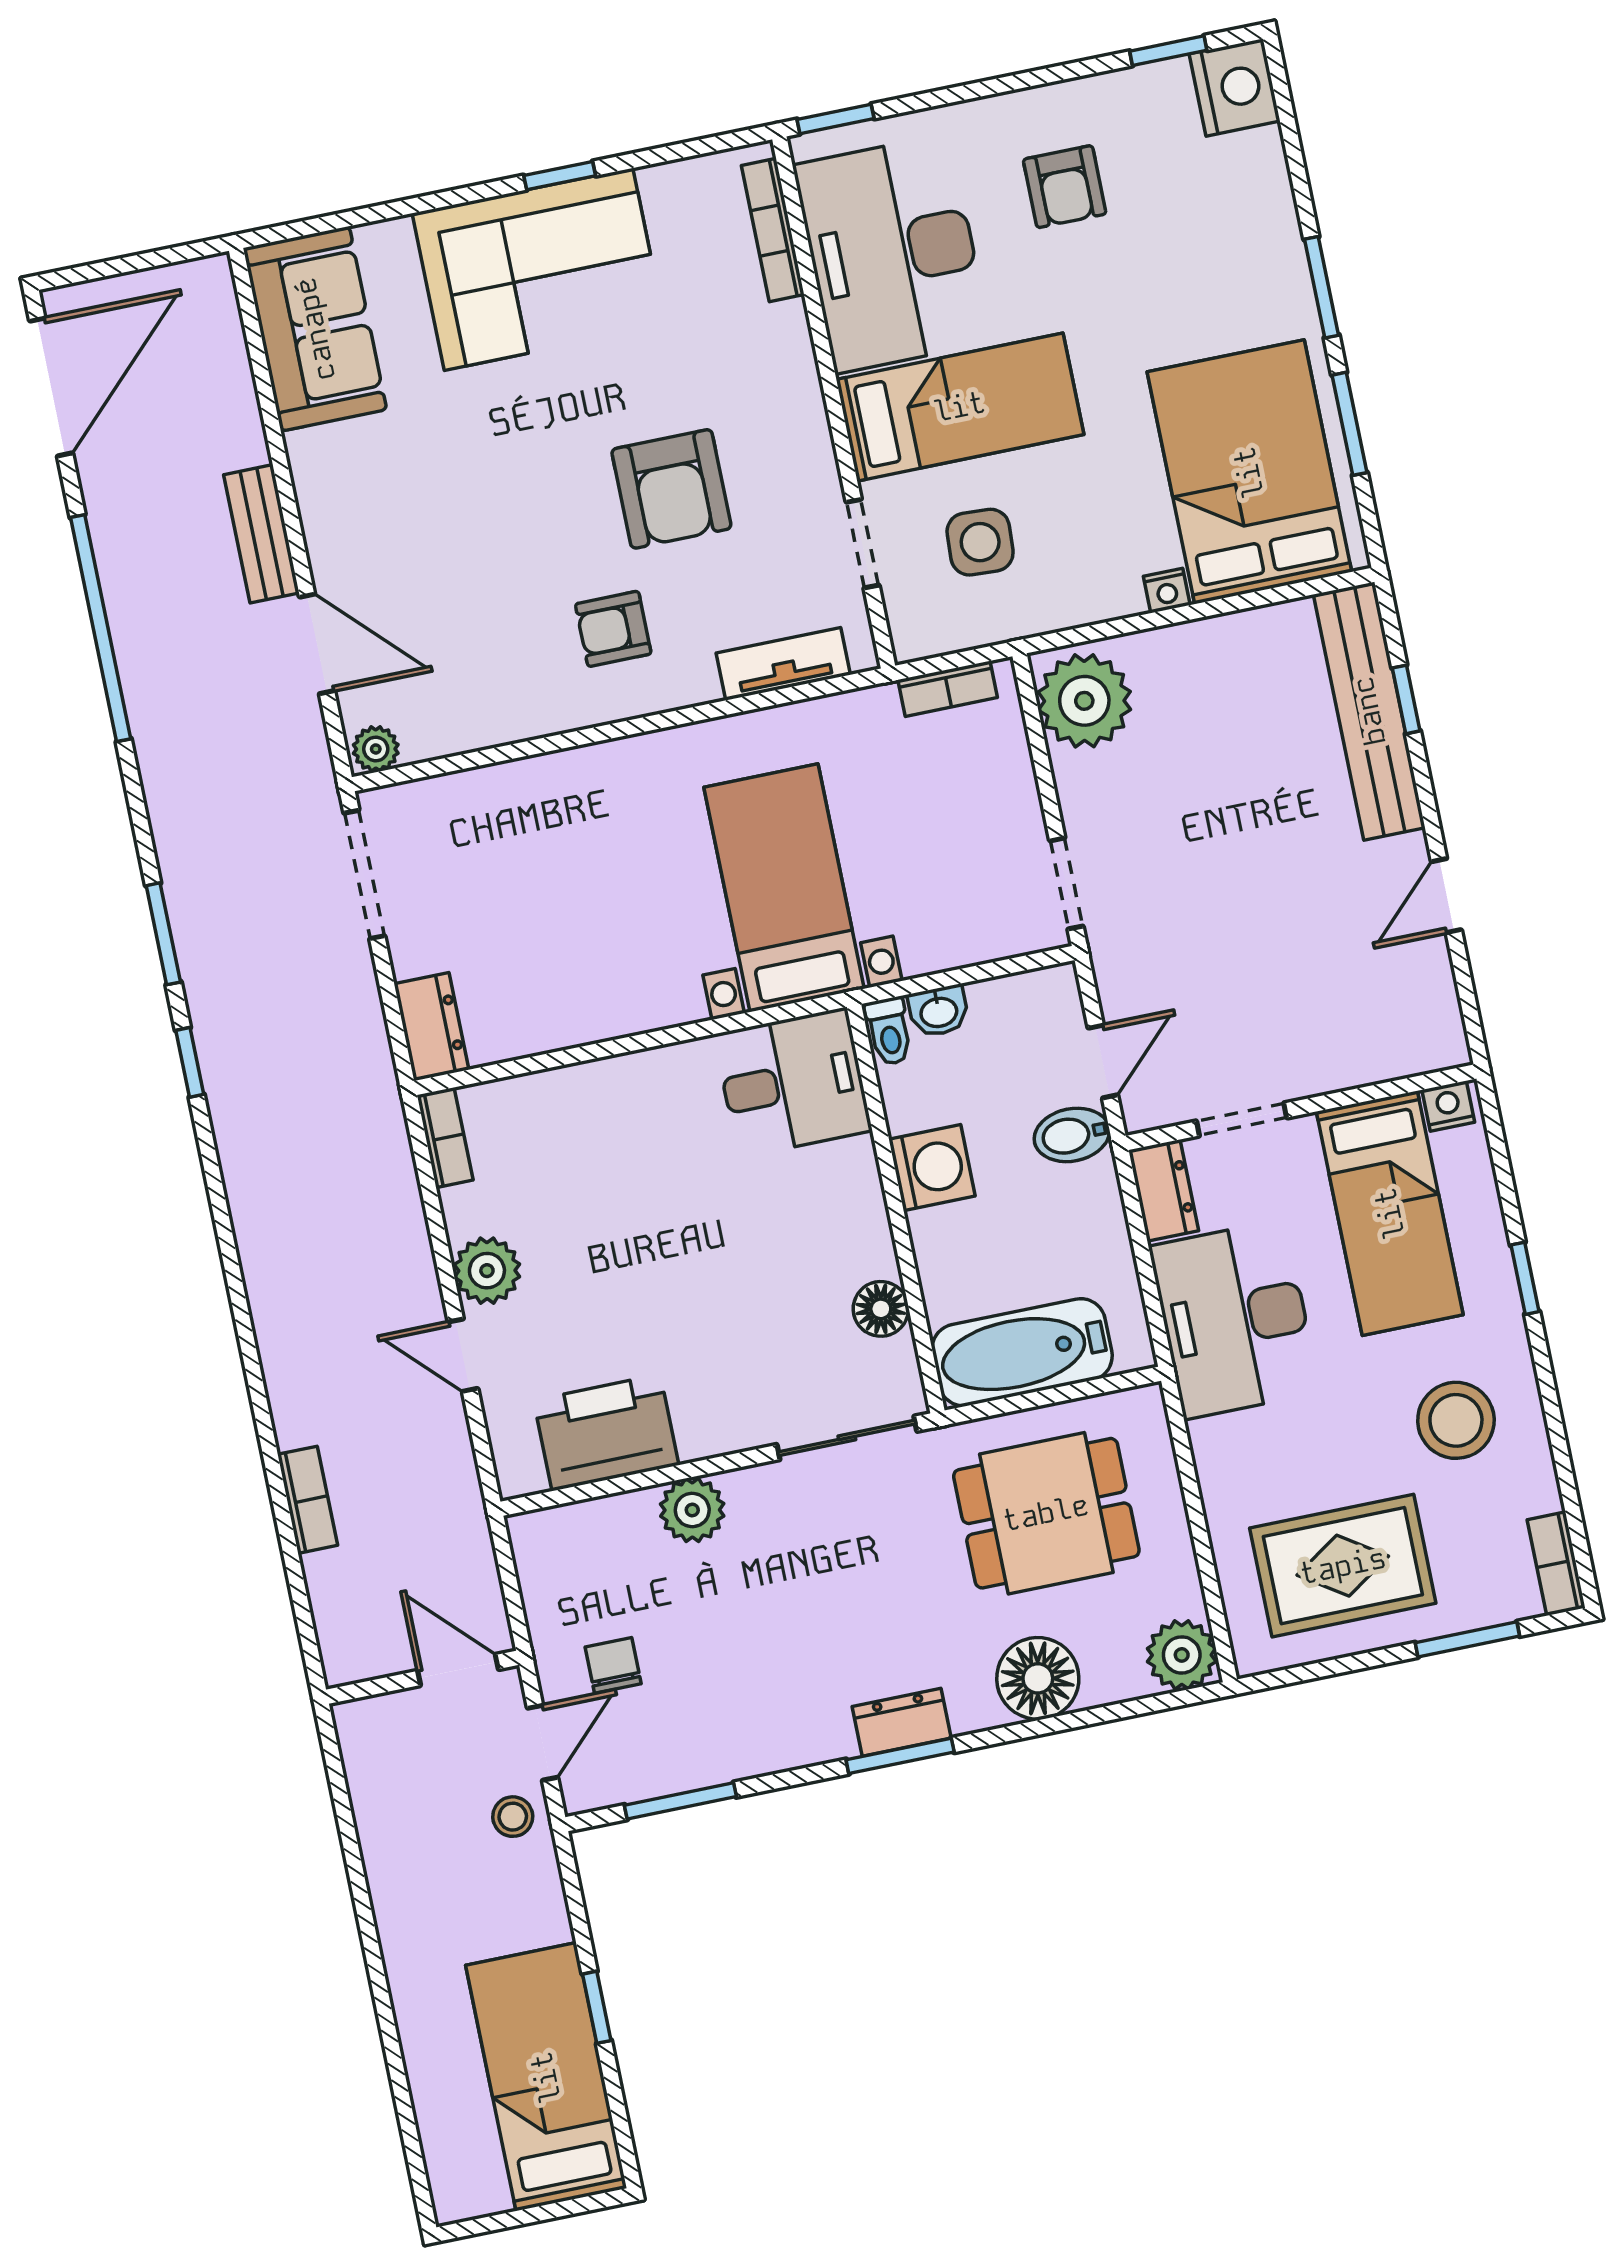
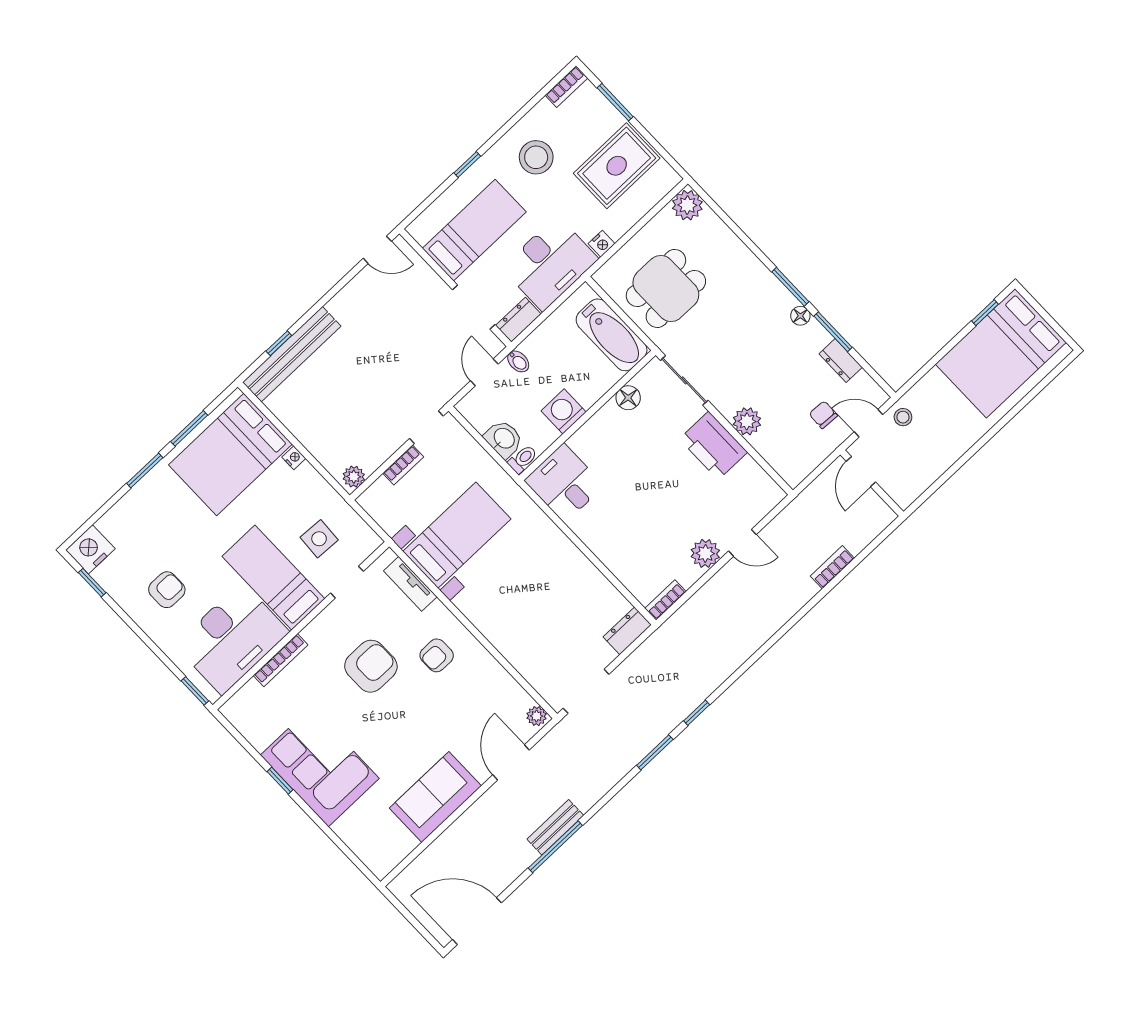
bookcase: (773, 230) -> (281, 660), moved
sofa: (315, 329) -> (435, 797), moved
bench: (261, 534) -> (555, 827), moved
window: (101, 628) -> (555, 847), width x0.68
armchair: (613, 629) -> (437, 655), turned 90
bookcase: (948, 689) -> (403, 465), moved, turned 90
plant: (1084, 701) -> (354, 477), width x0.53, depth x0.53
bed with nightstands: (784, 888) -> (457, 535), moved, turned 180
door: (1446, 896) -> (377, 250), moved
washbasin: (939, 1011) -> (504, 439), width x1.38, depth x1.45
door: (1103, 1061) -> (484, 372), hinge flipped
nightstand: (1448, 1106) -> (602, 244), moved, turned -90
doorway: (1242, 1119) -> (474, 307), width x1.38
bidet: (1072, 1135) -> (518, 361), width x0.72, depth x0.74
door: (463, 1355) -> (742, 543), hinge flipped
printer: (606, 1433) -> (713, 446), moved
dining table: (1046, 1513) -> (666, 288), turned 90
rug: (1343, 1566) -> (617, 166), turned 90
chair: (613, 1665) -> (823, 415), turned 93
floor lamp: (1038, 1678) -> (800, 316), moved, width x0.53, depth x0.53
dresser: (902, 1722) -> (841, 361), moved
window: (680, 1801) -> (833, 332), moved
window: (597, 2007) -> (985, 313), moved
bed: (546, 2077) -> (1001, 353), width x1.50

